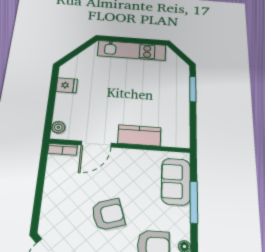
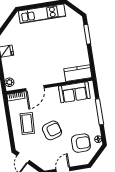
kitchen counter: (139, 135) -> (78, 73), moved
sofa: (176, 181) -> (74, 92), moved, turned -90
coffee table: (69, 194) -> (27, 124), added

